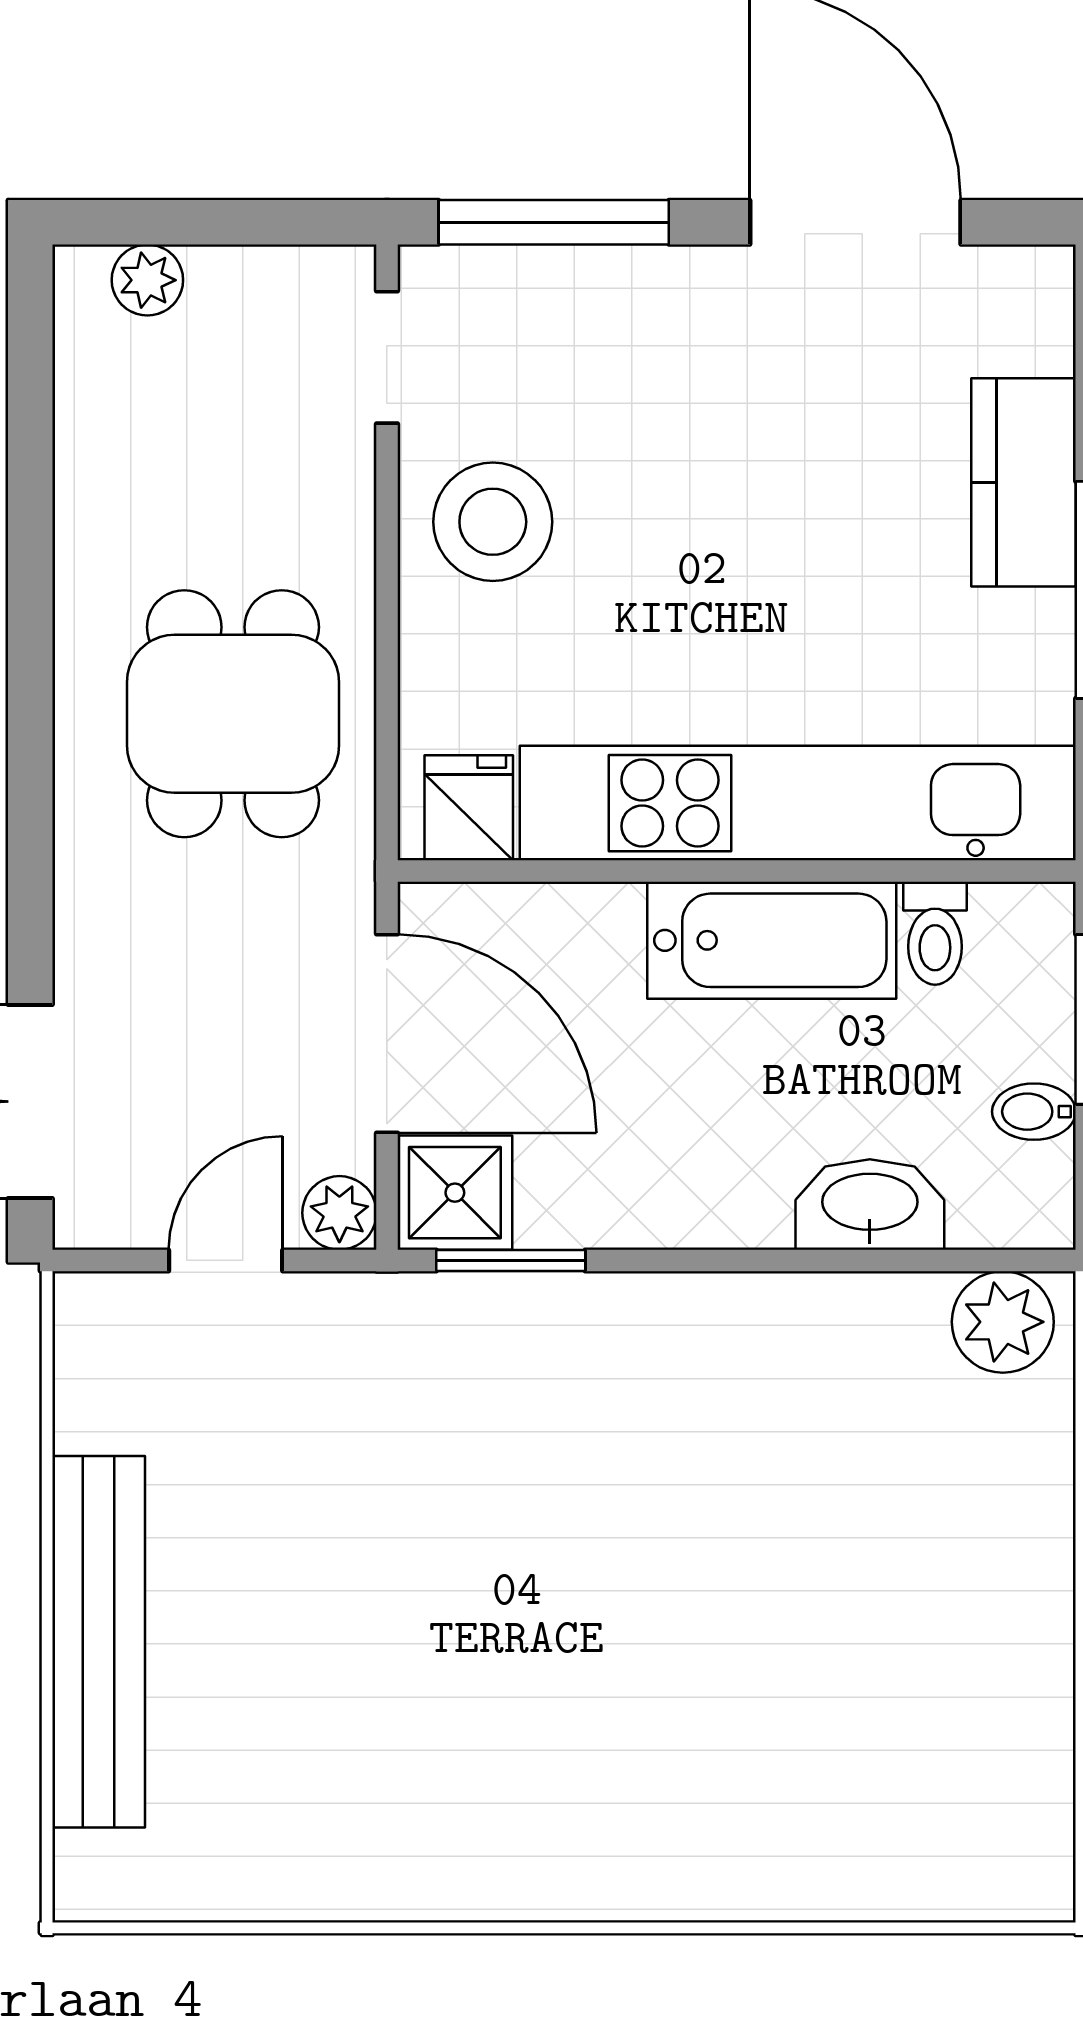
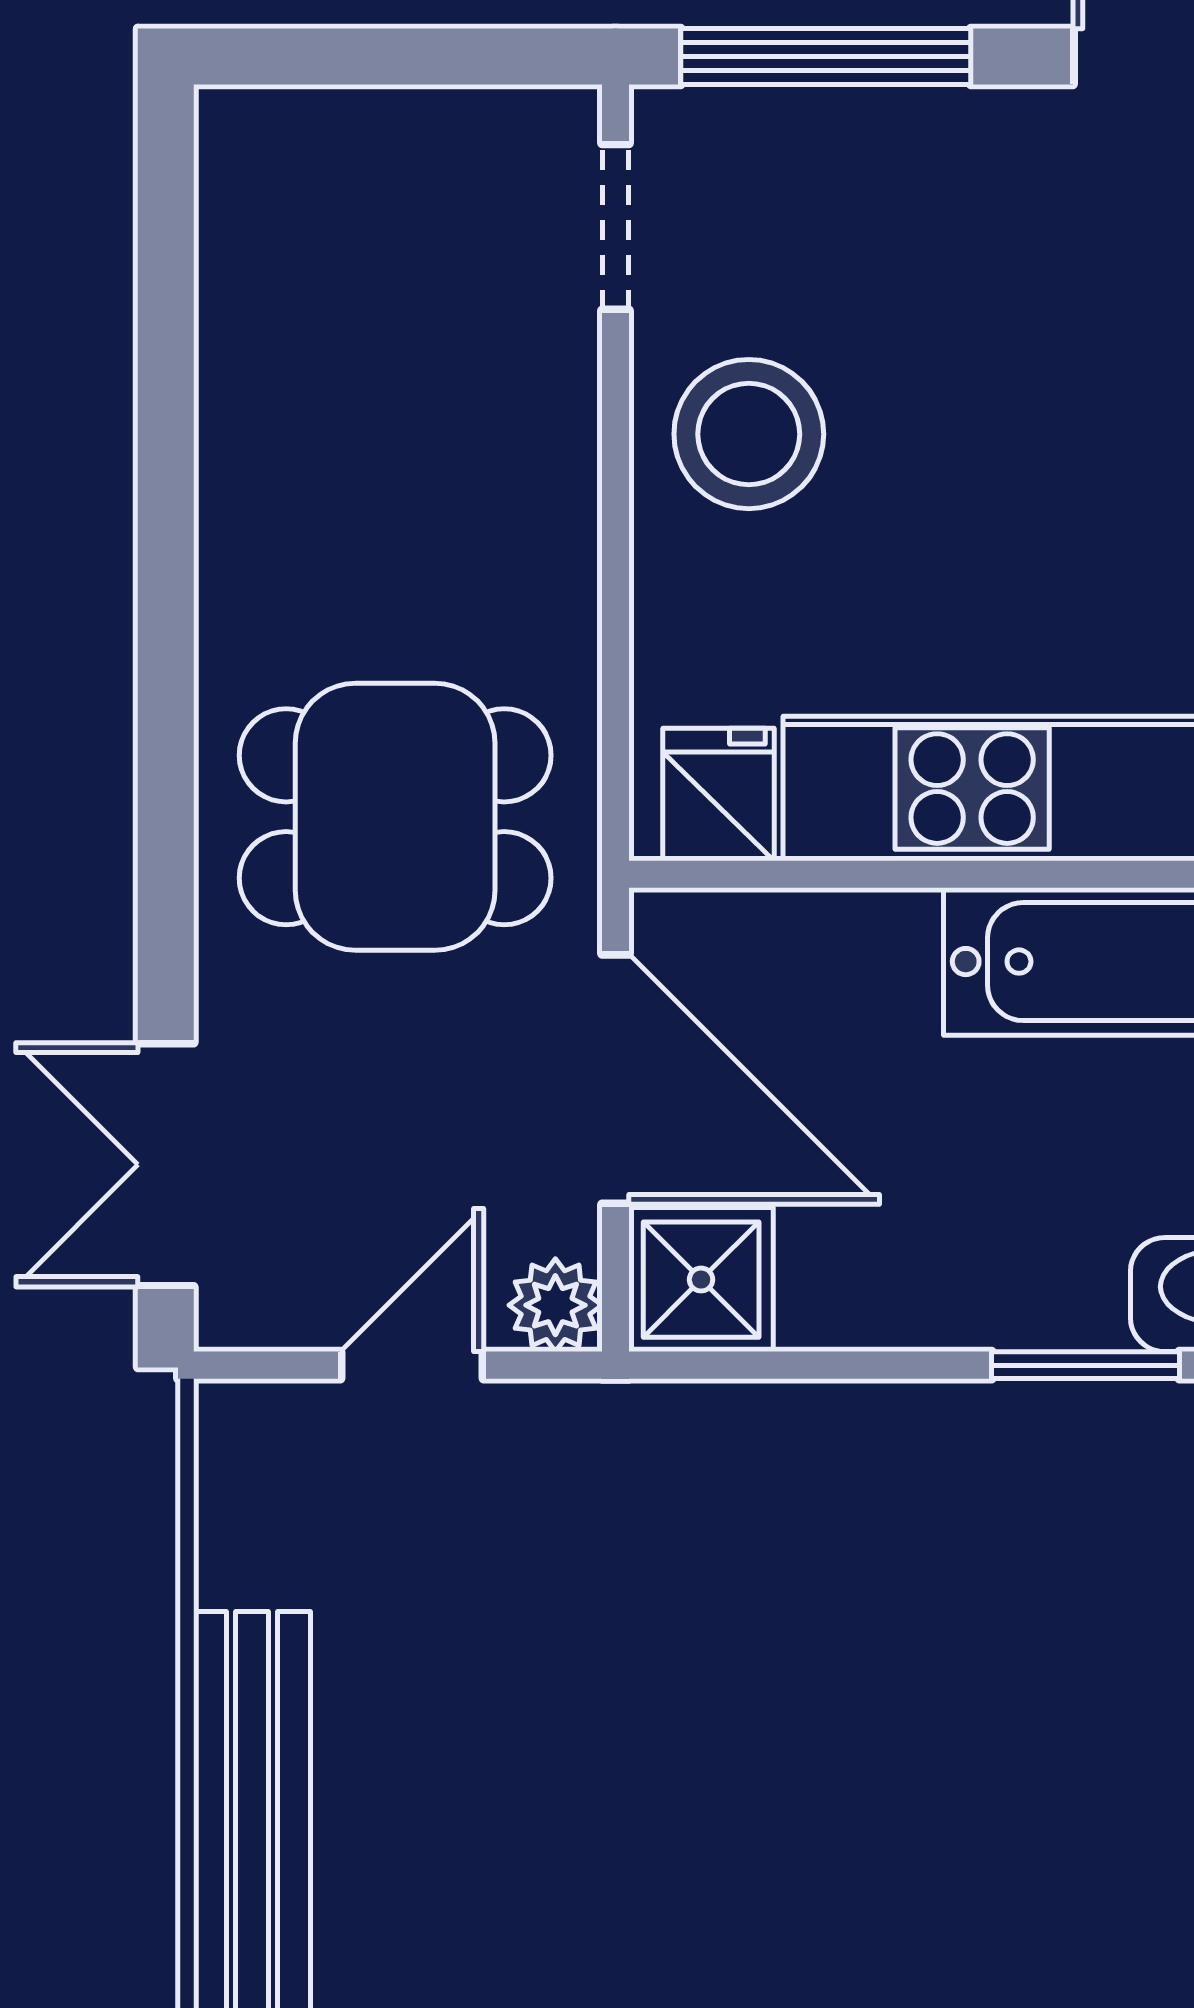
plant: (147, 280) -> (313, 129), removed
dining table: (233, 714) -> (395, 817), moved, turned 90
window: (511, 1260) -> (1085, 1365), moved

